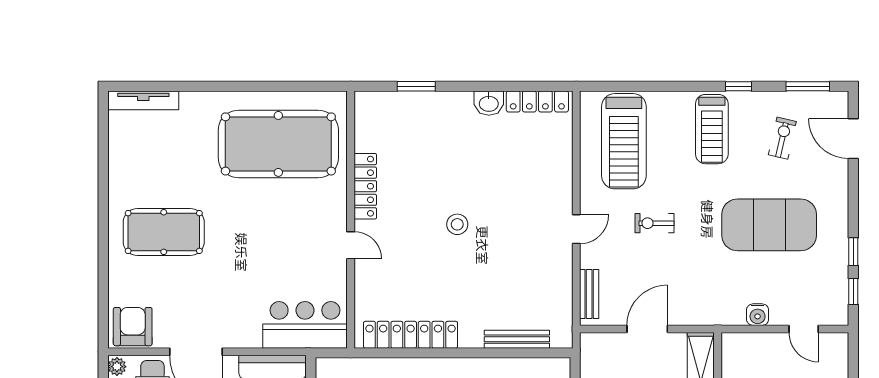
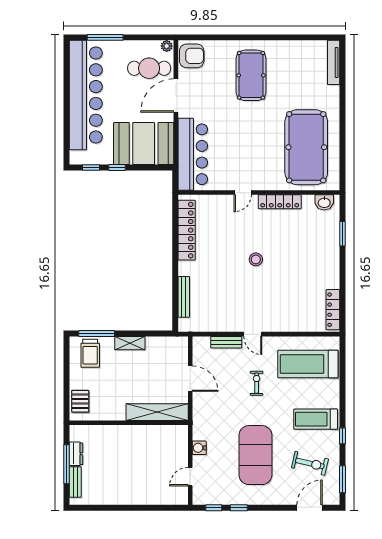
washbasin: (489, 103) -> (324, 202), moved, turned -90
exercise bike: (782, 138) -> (310, 463), width x1.38, depth x1.39
bench: (589, 294) -> (226, 342), moved
bar counter: (305, 325) -> (193, 154), width x1.36

